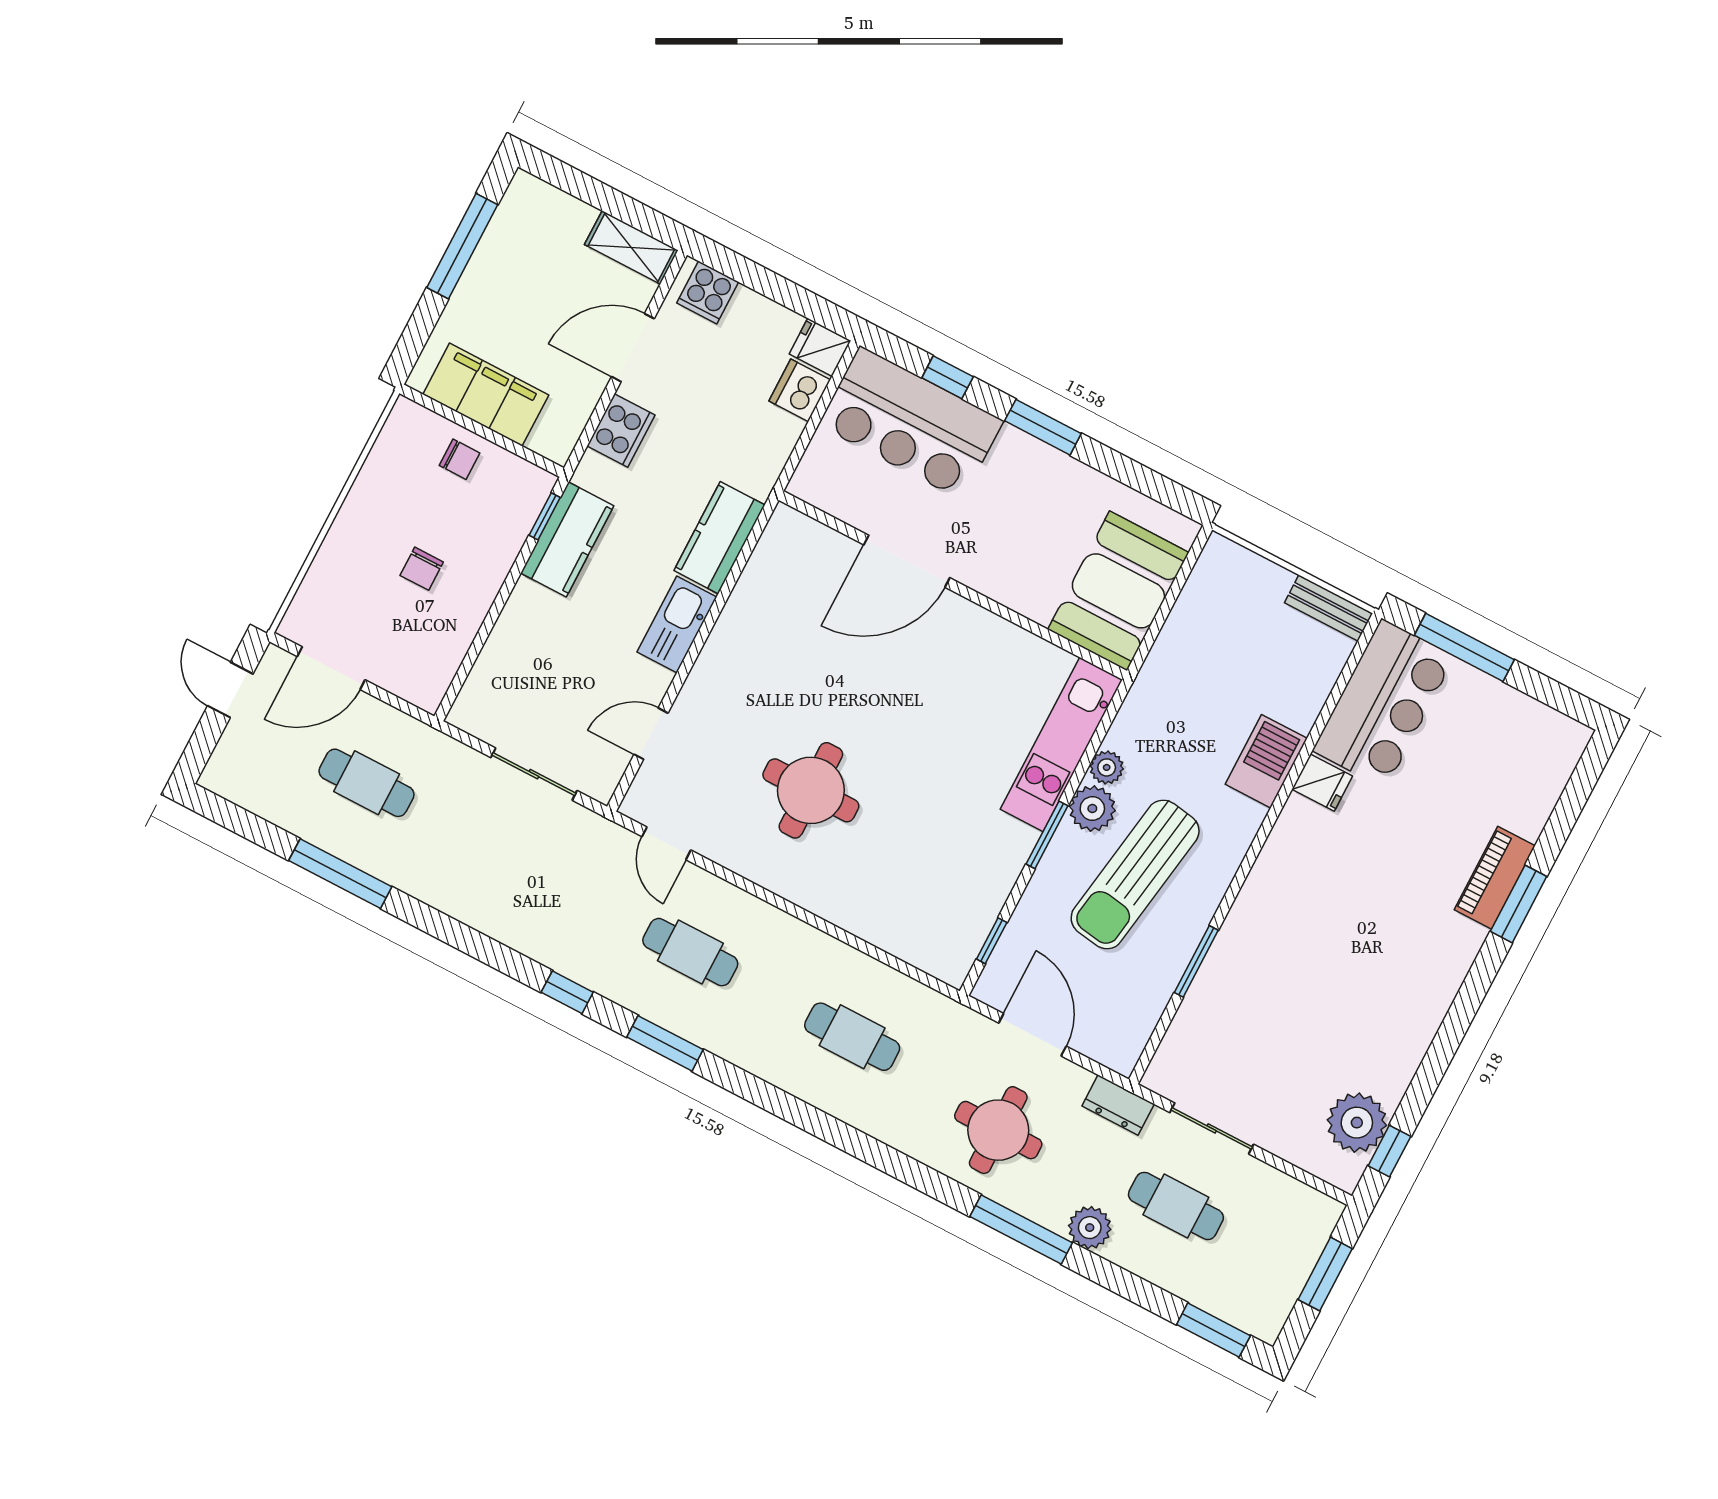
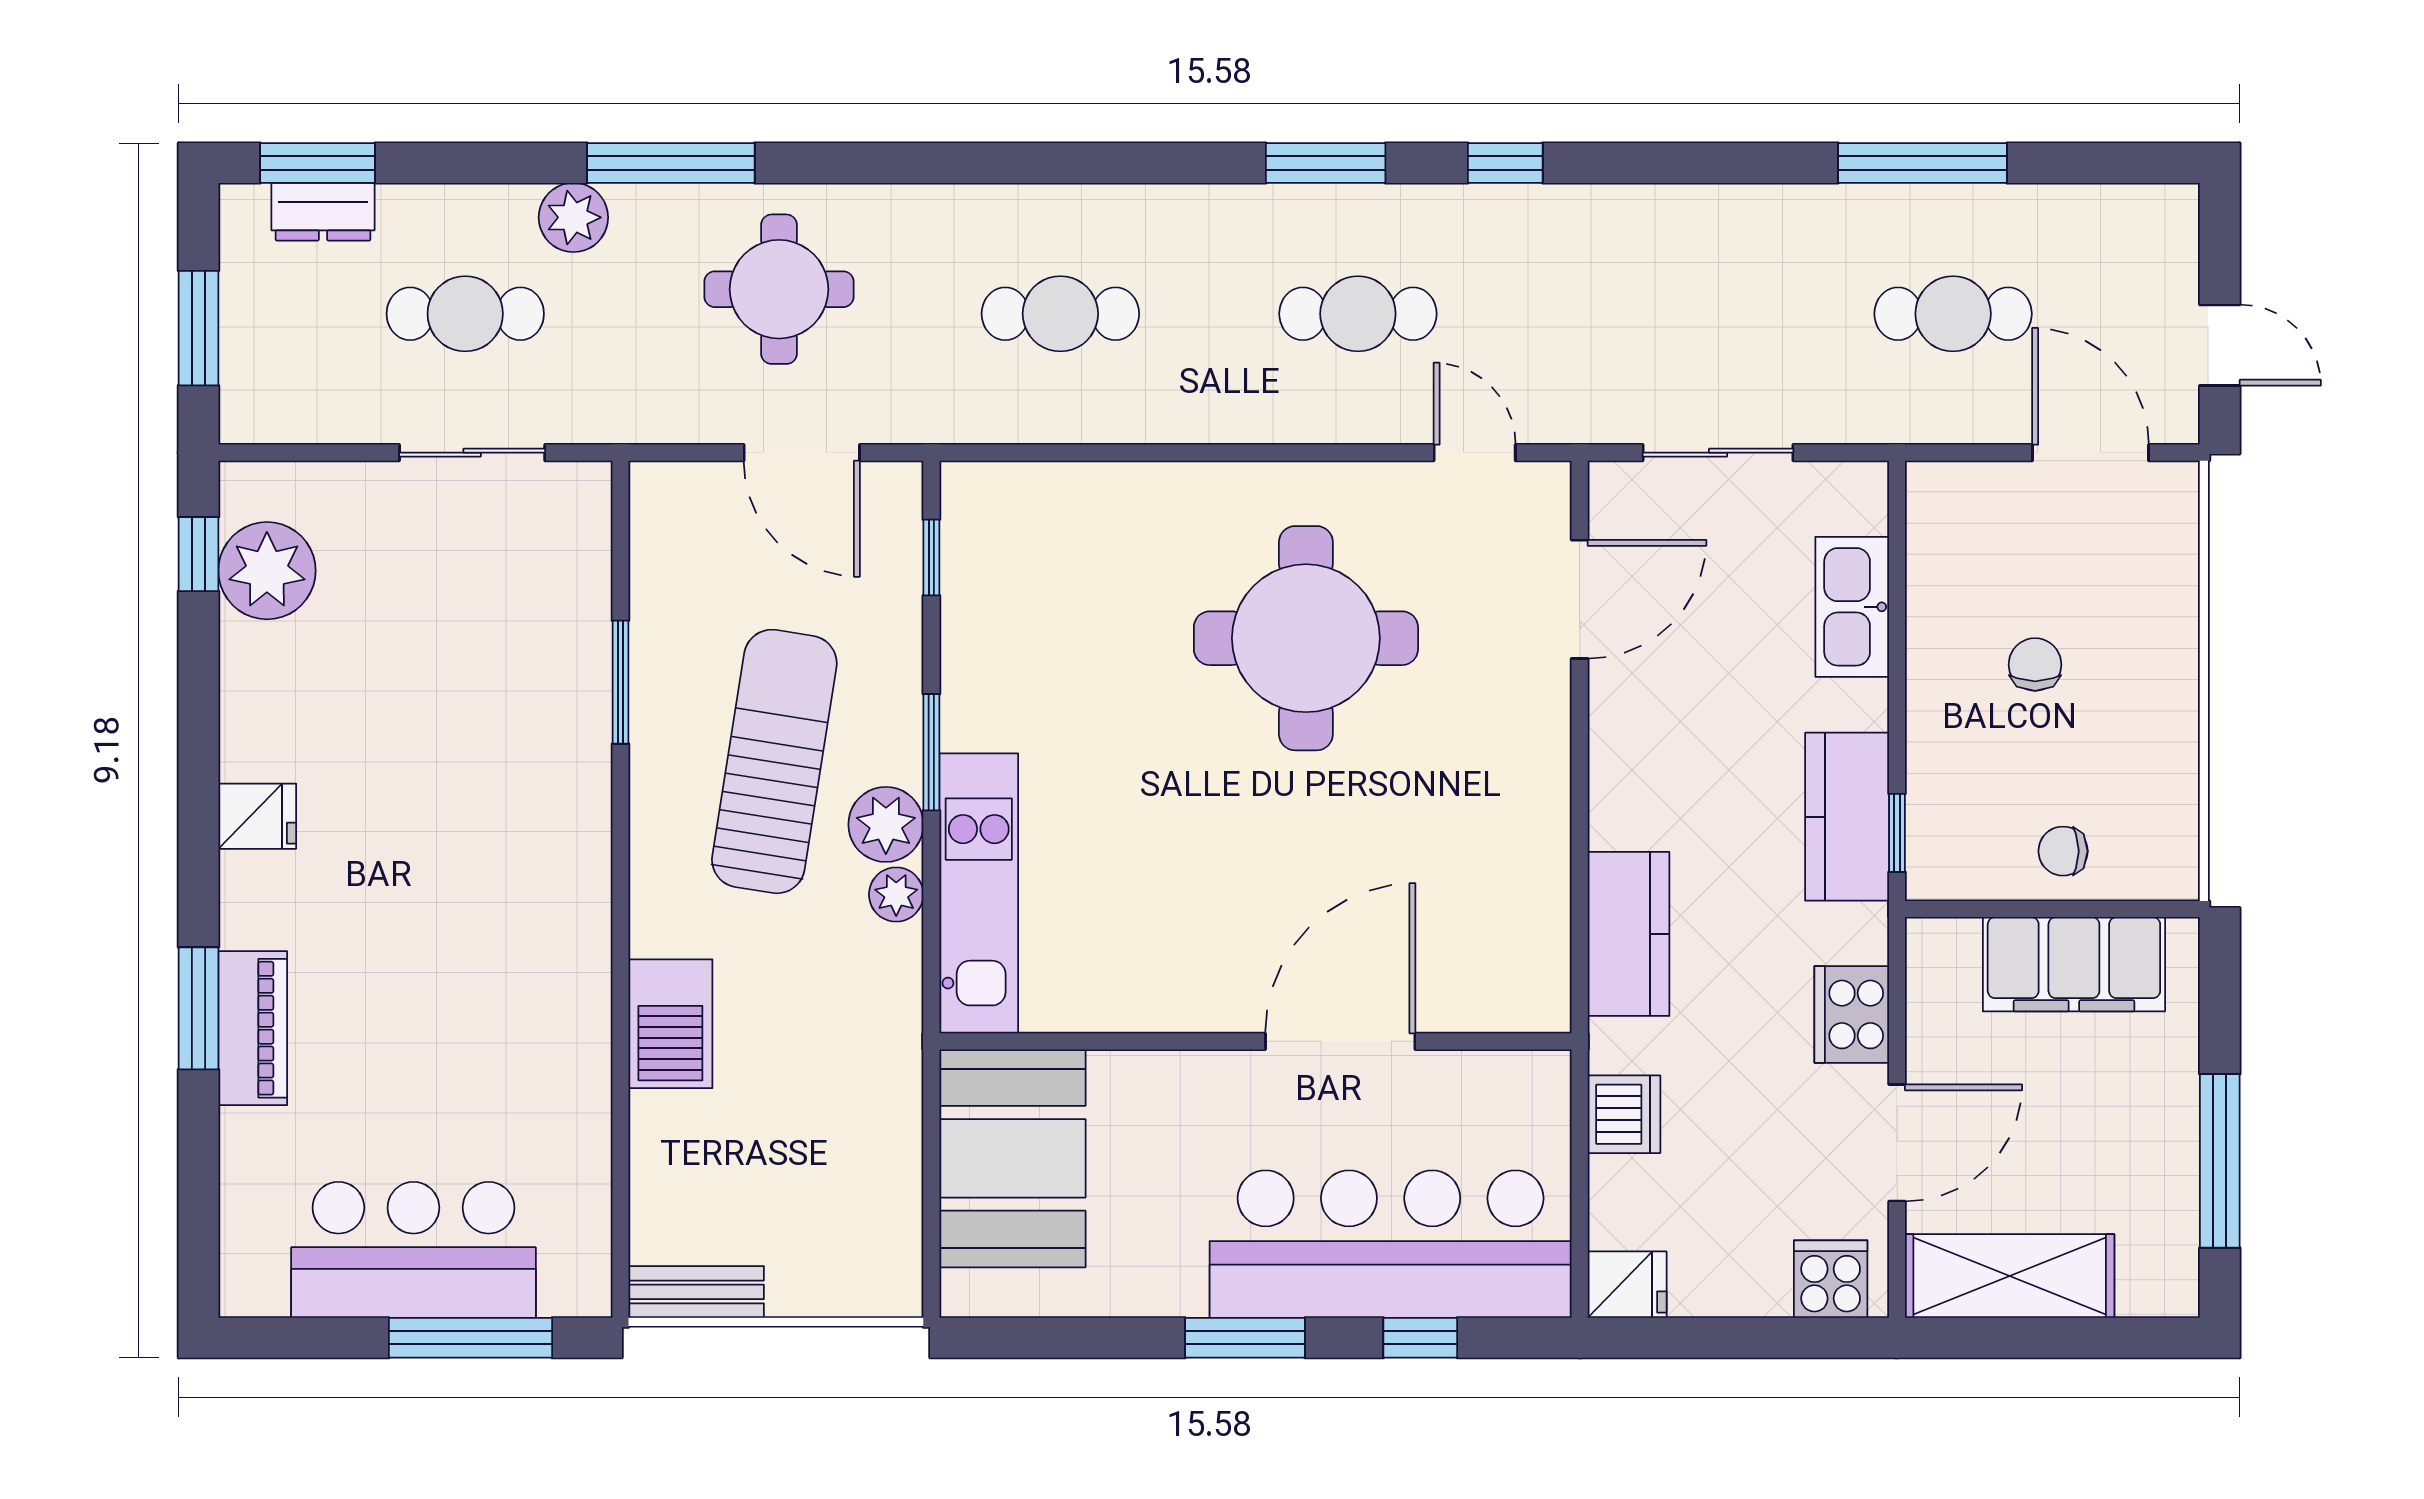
shelving: (631, 247) -> (2010, 1276), width x1.50, depth x1.33
dishwasher: (800, 390) -> (1624, 1114), moved
bar counter: (911, 423) -> (1391, 1244), width x1.36
kitchen sink: (677, 624) -> (1852, 607), moved, turned 180
door: (331, 668) -> (2091, 453), hinge flipped
bar counter: (1384, 704) -> (413, 1250), moved, turned 90
door: (651, 734) -> (1580, 599), width x1.38
fridge: (1322, 783) -> (257, 816), moved, turned 180
round table: (811, 790) -> (1306, 638), width x1.36, depth x1.36
dresser: (1118, 1105) -> (323, 212), moved, turned 180

